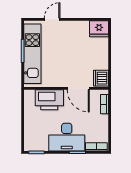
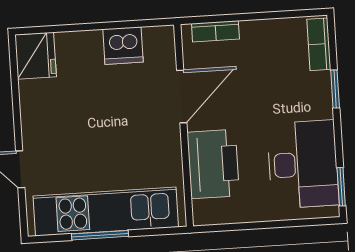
dishwasher: (101, 78) -> (123, 46), moved
desk: (67, 137) -> (303, 164), moved

